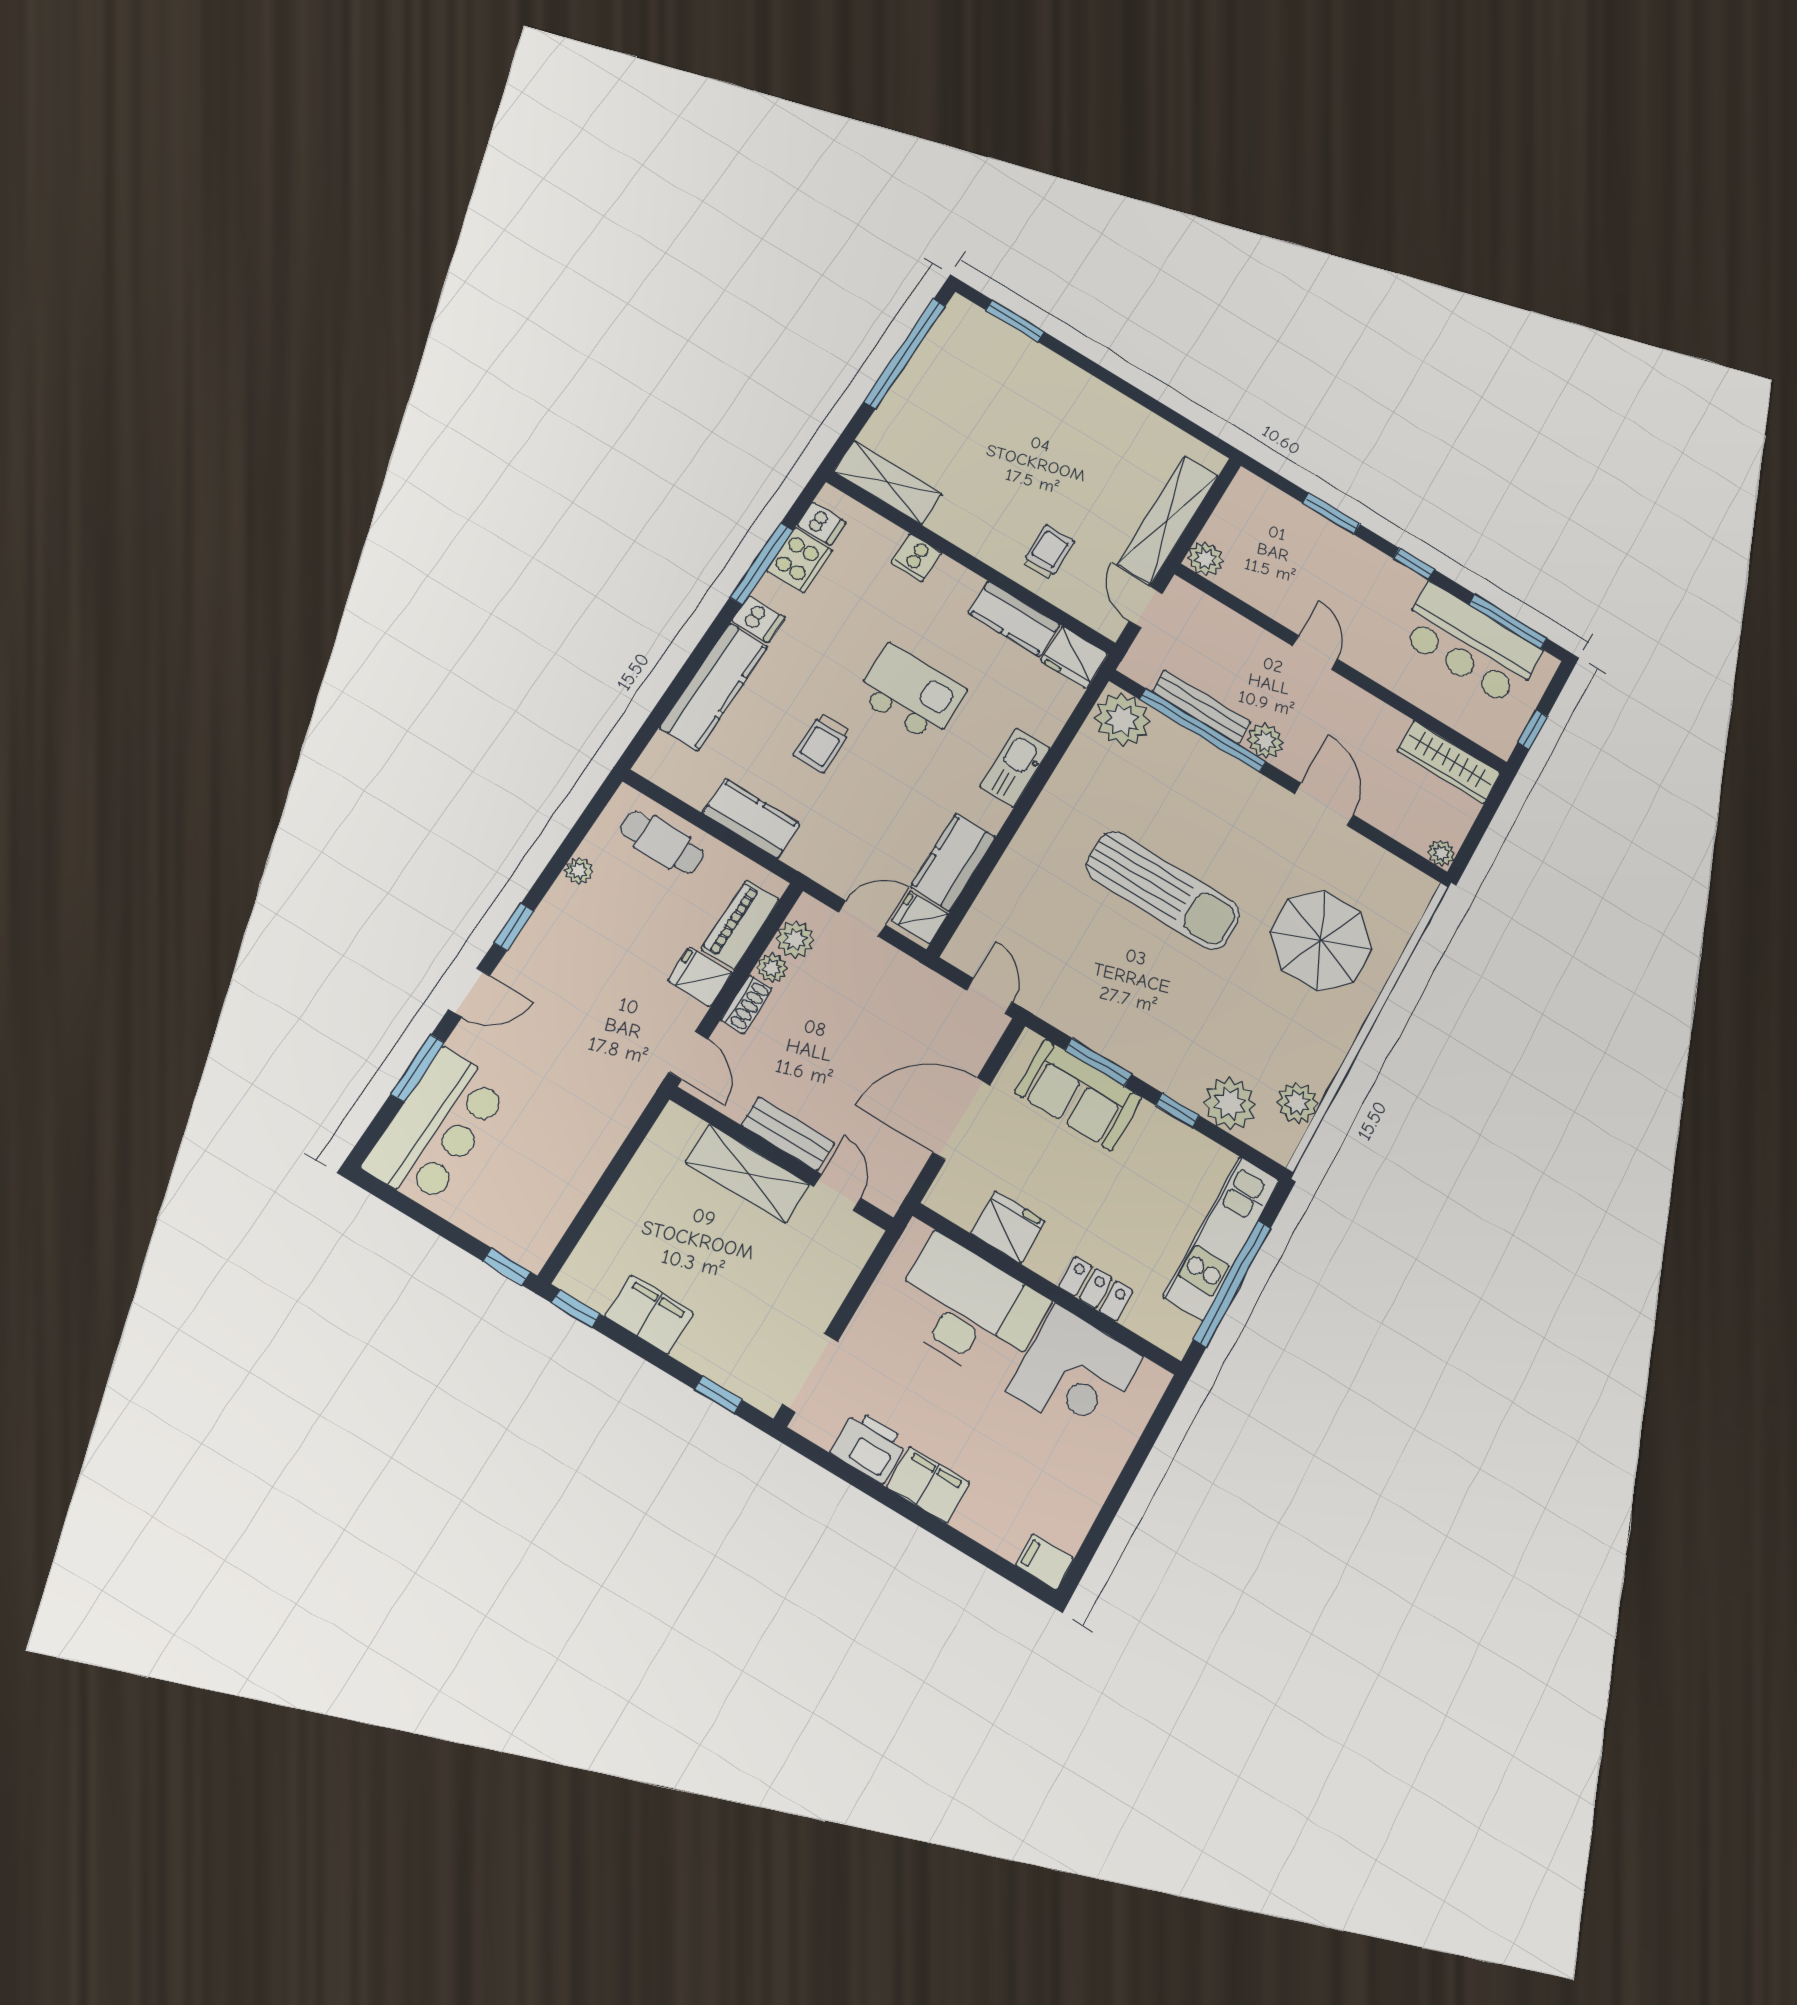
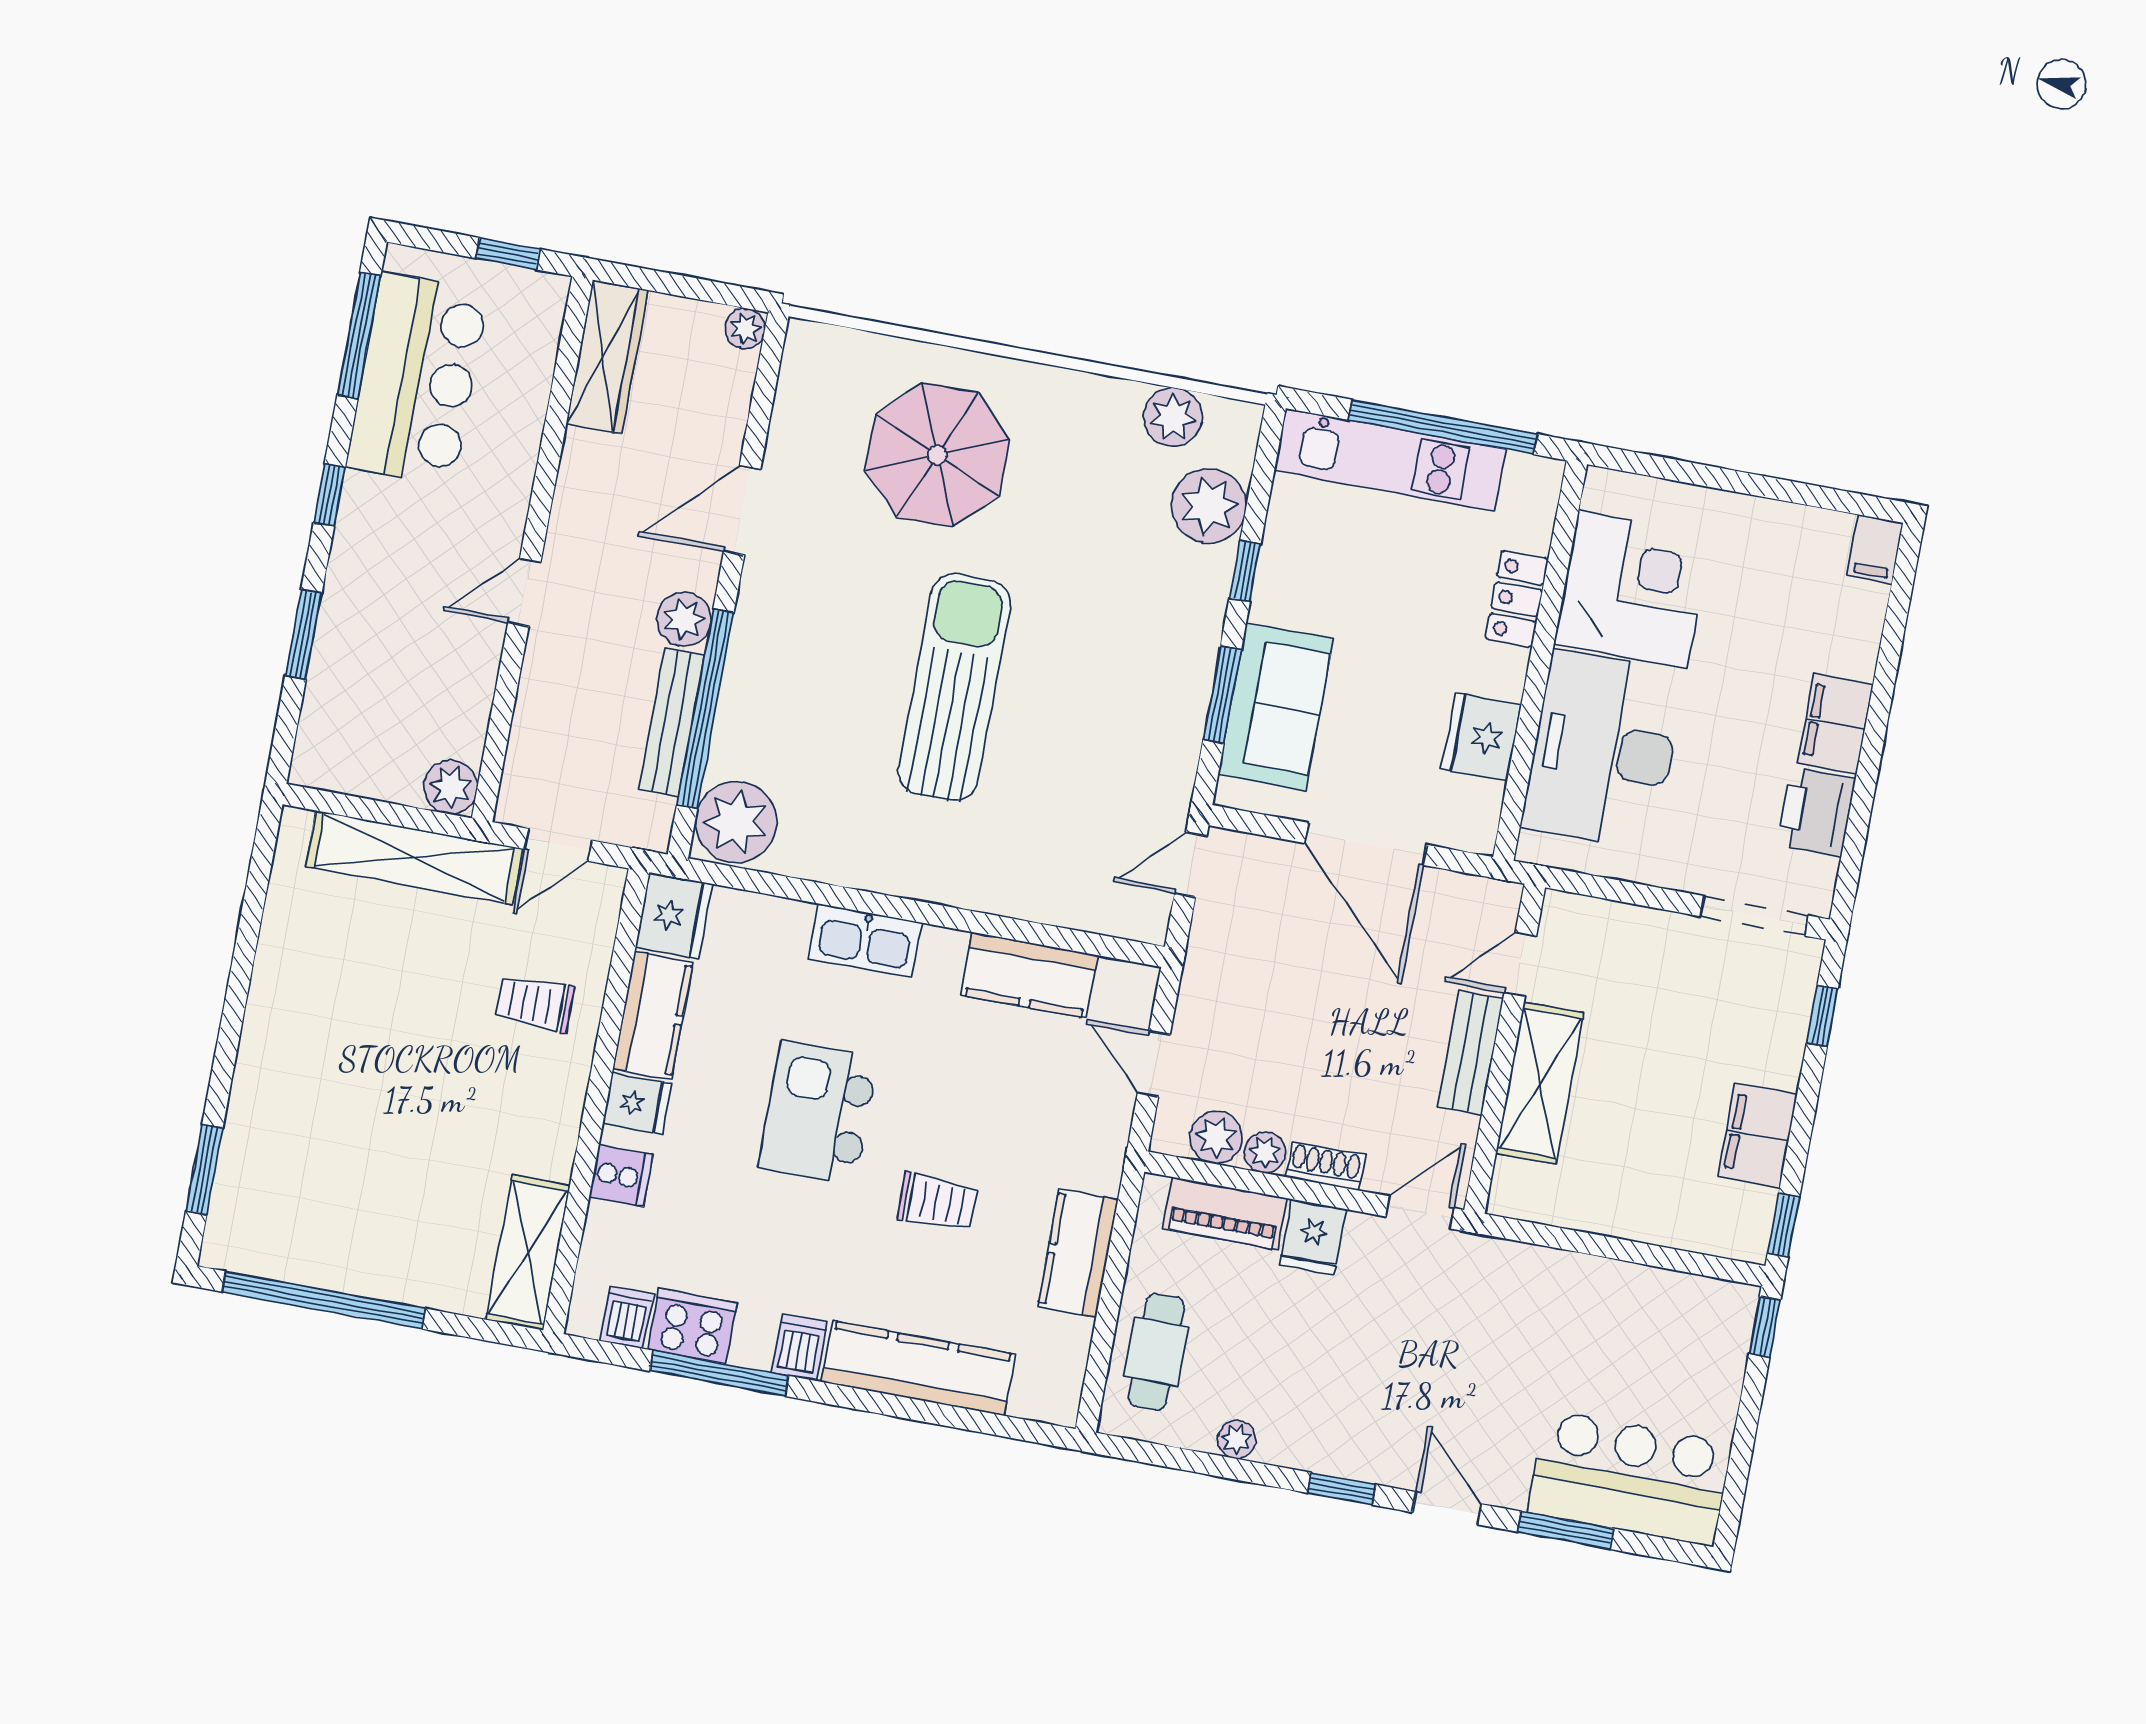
fridge: (920, 917) -> (637, 1104), moved, turned -90

